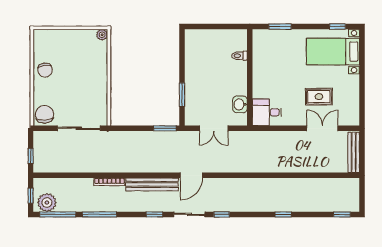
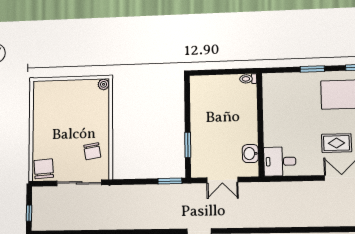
window: (280, 27) -> (312, 69), moved
toilet: (239, 56) -> (248, 79), moved
chair: (45, 70) -> (92, 151), moved

